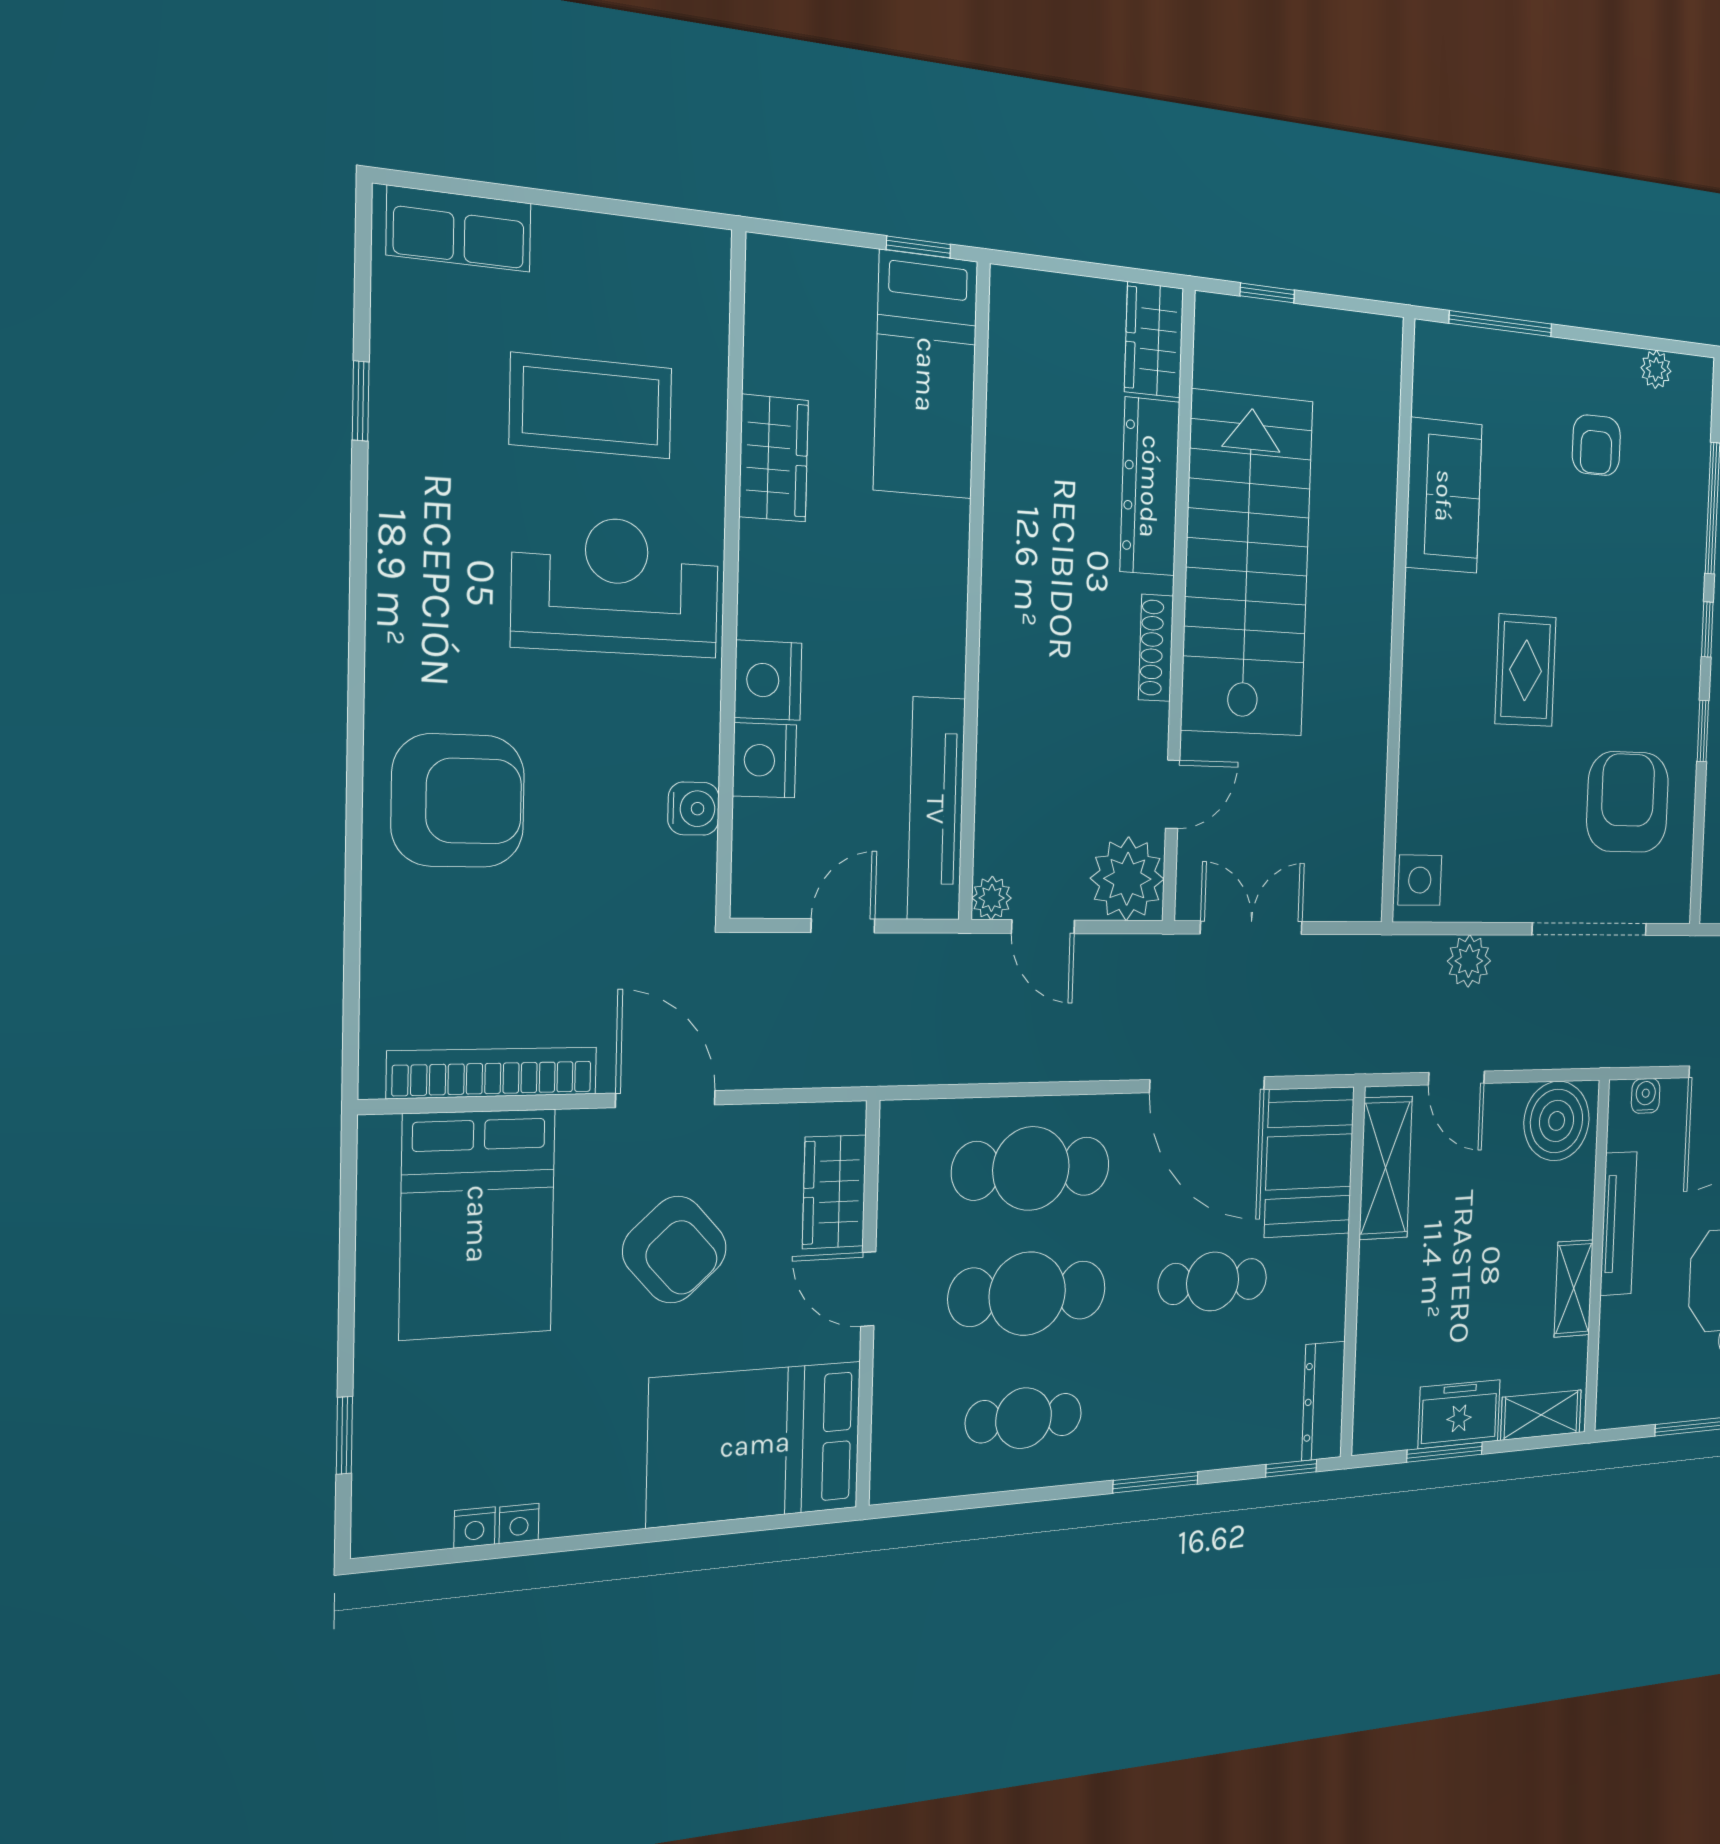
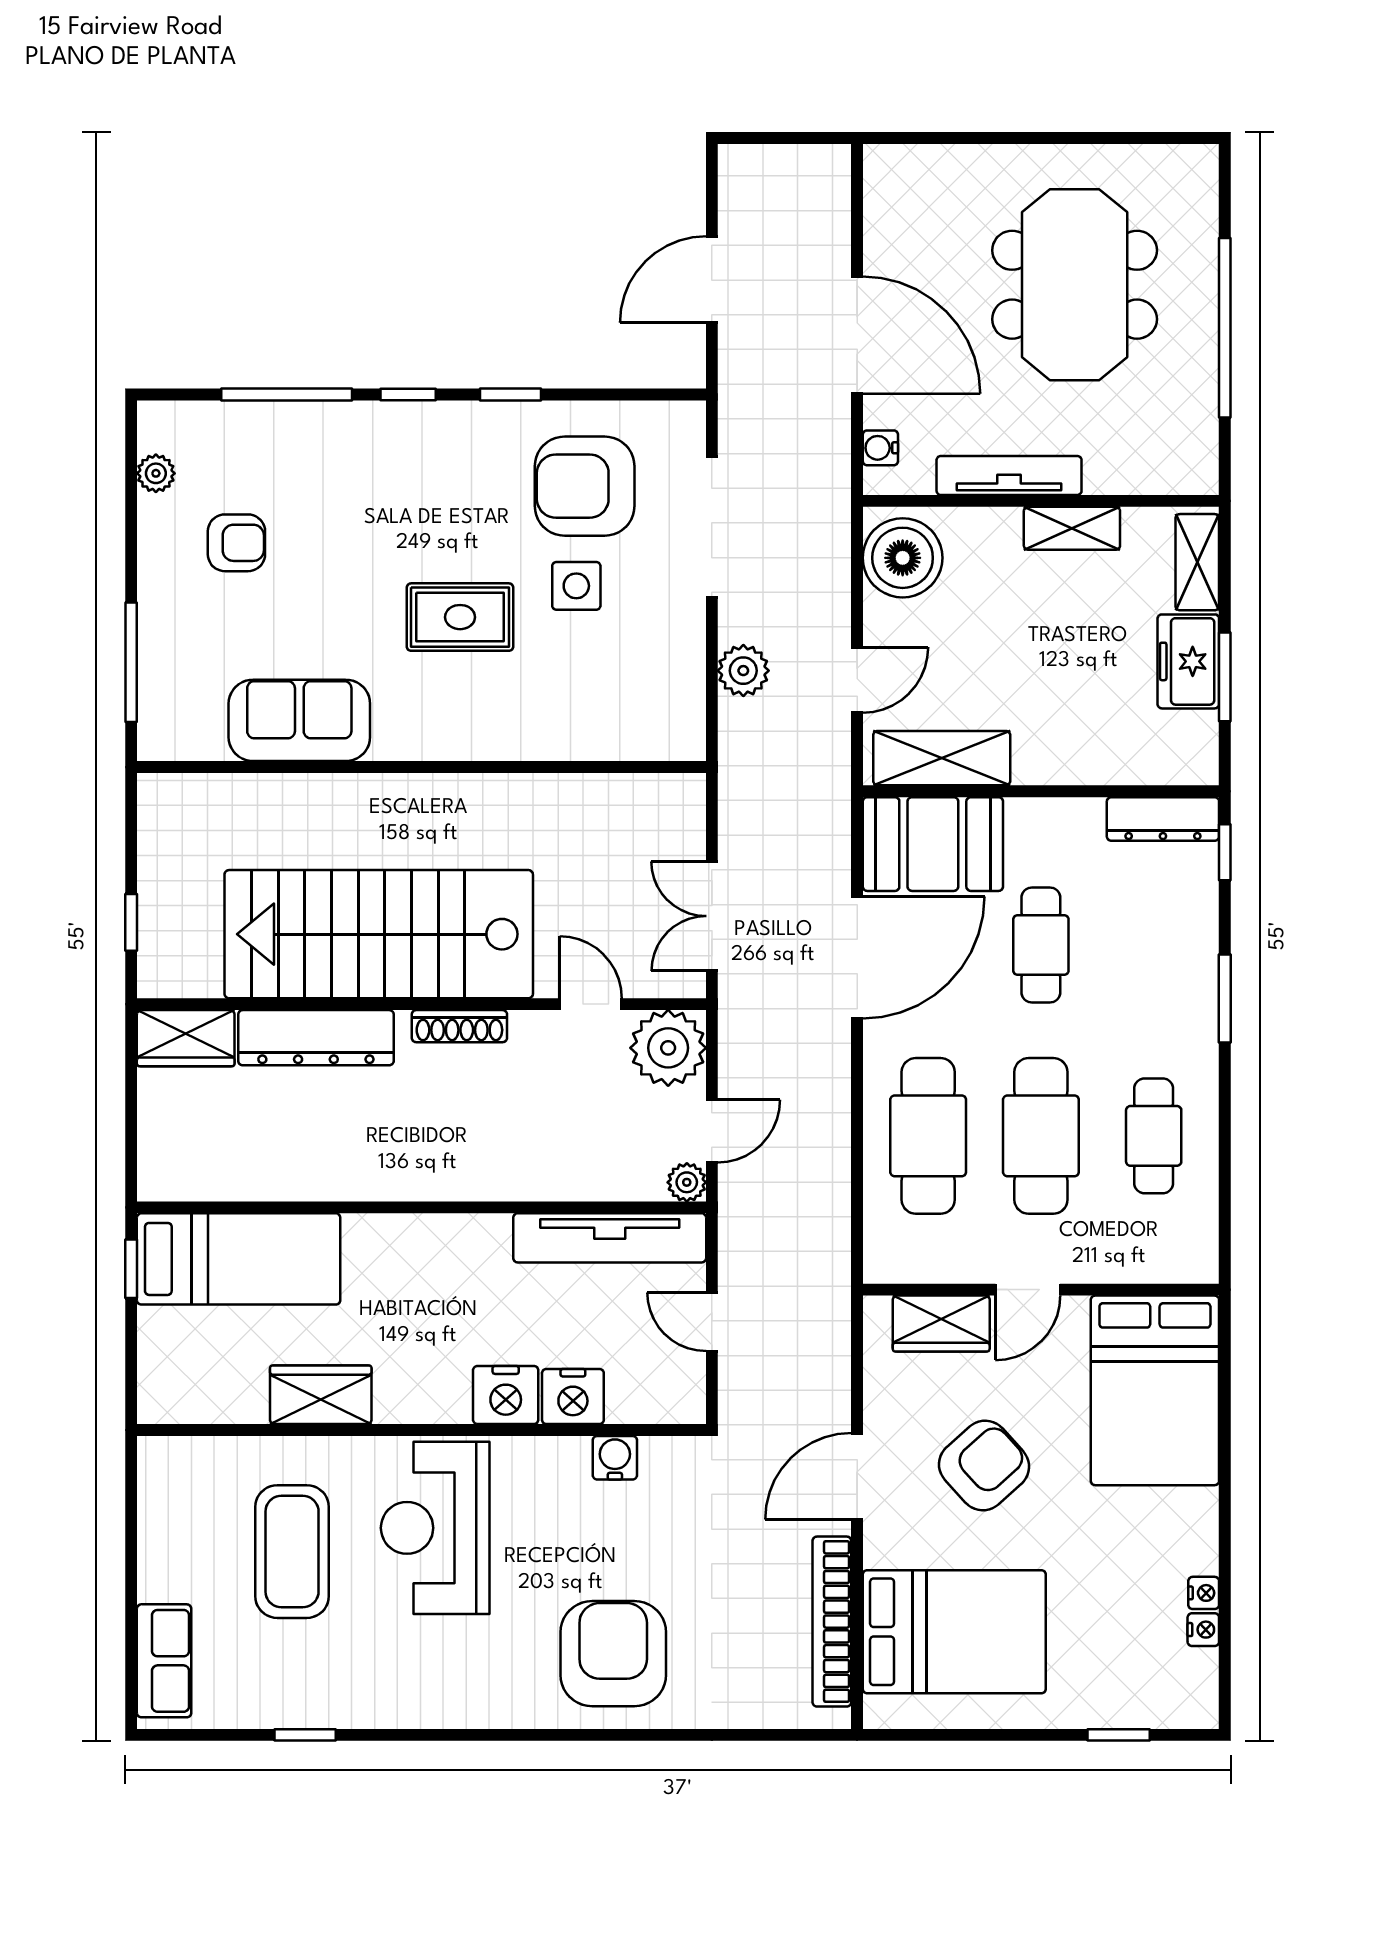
side table: (1420, 880) -> (576, 586), moved

